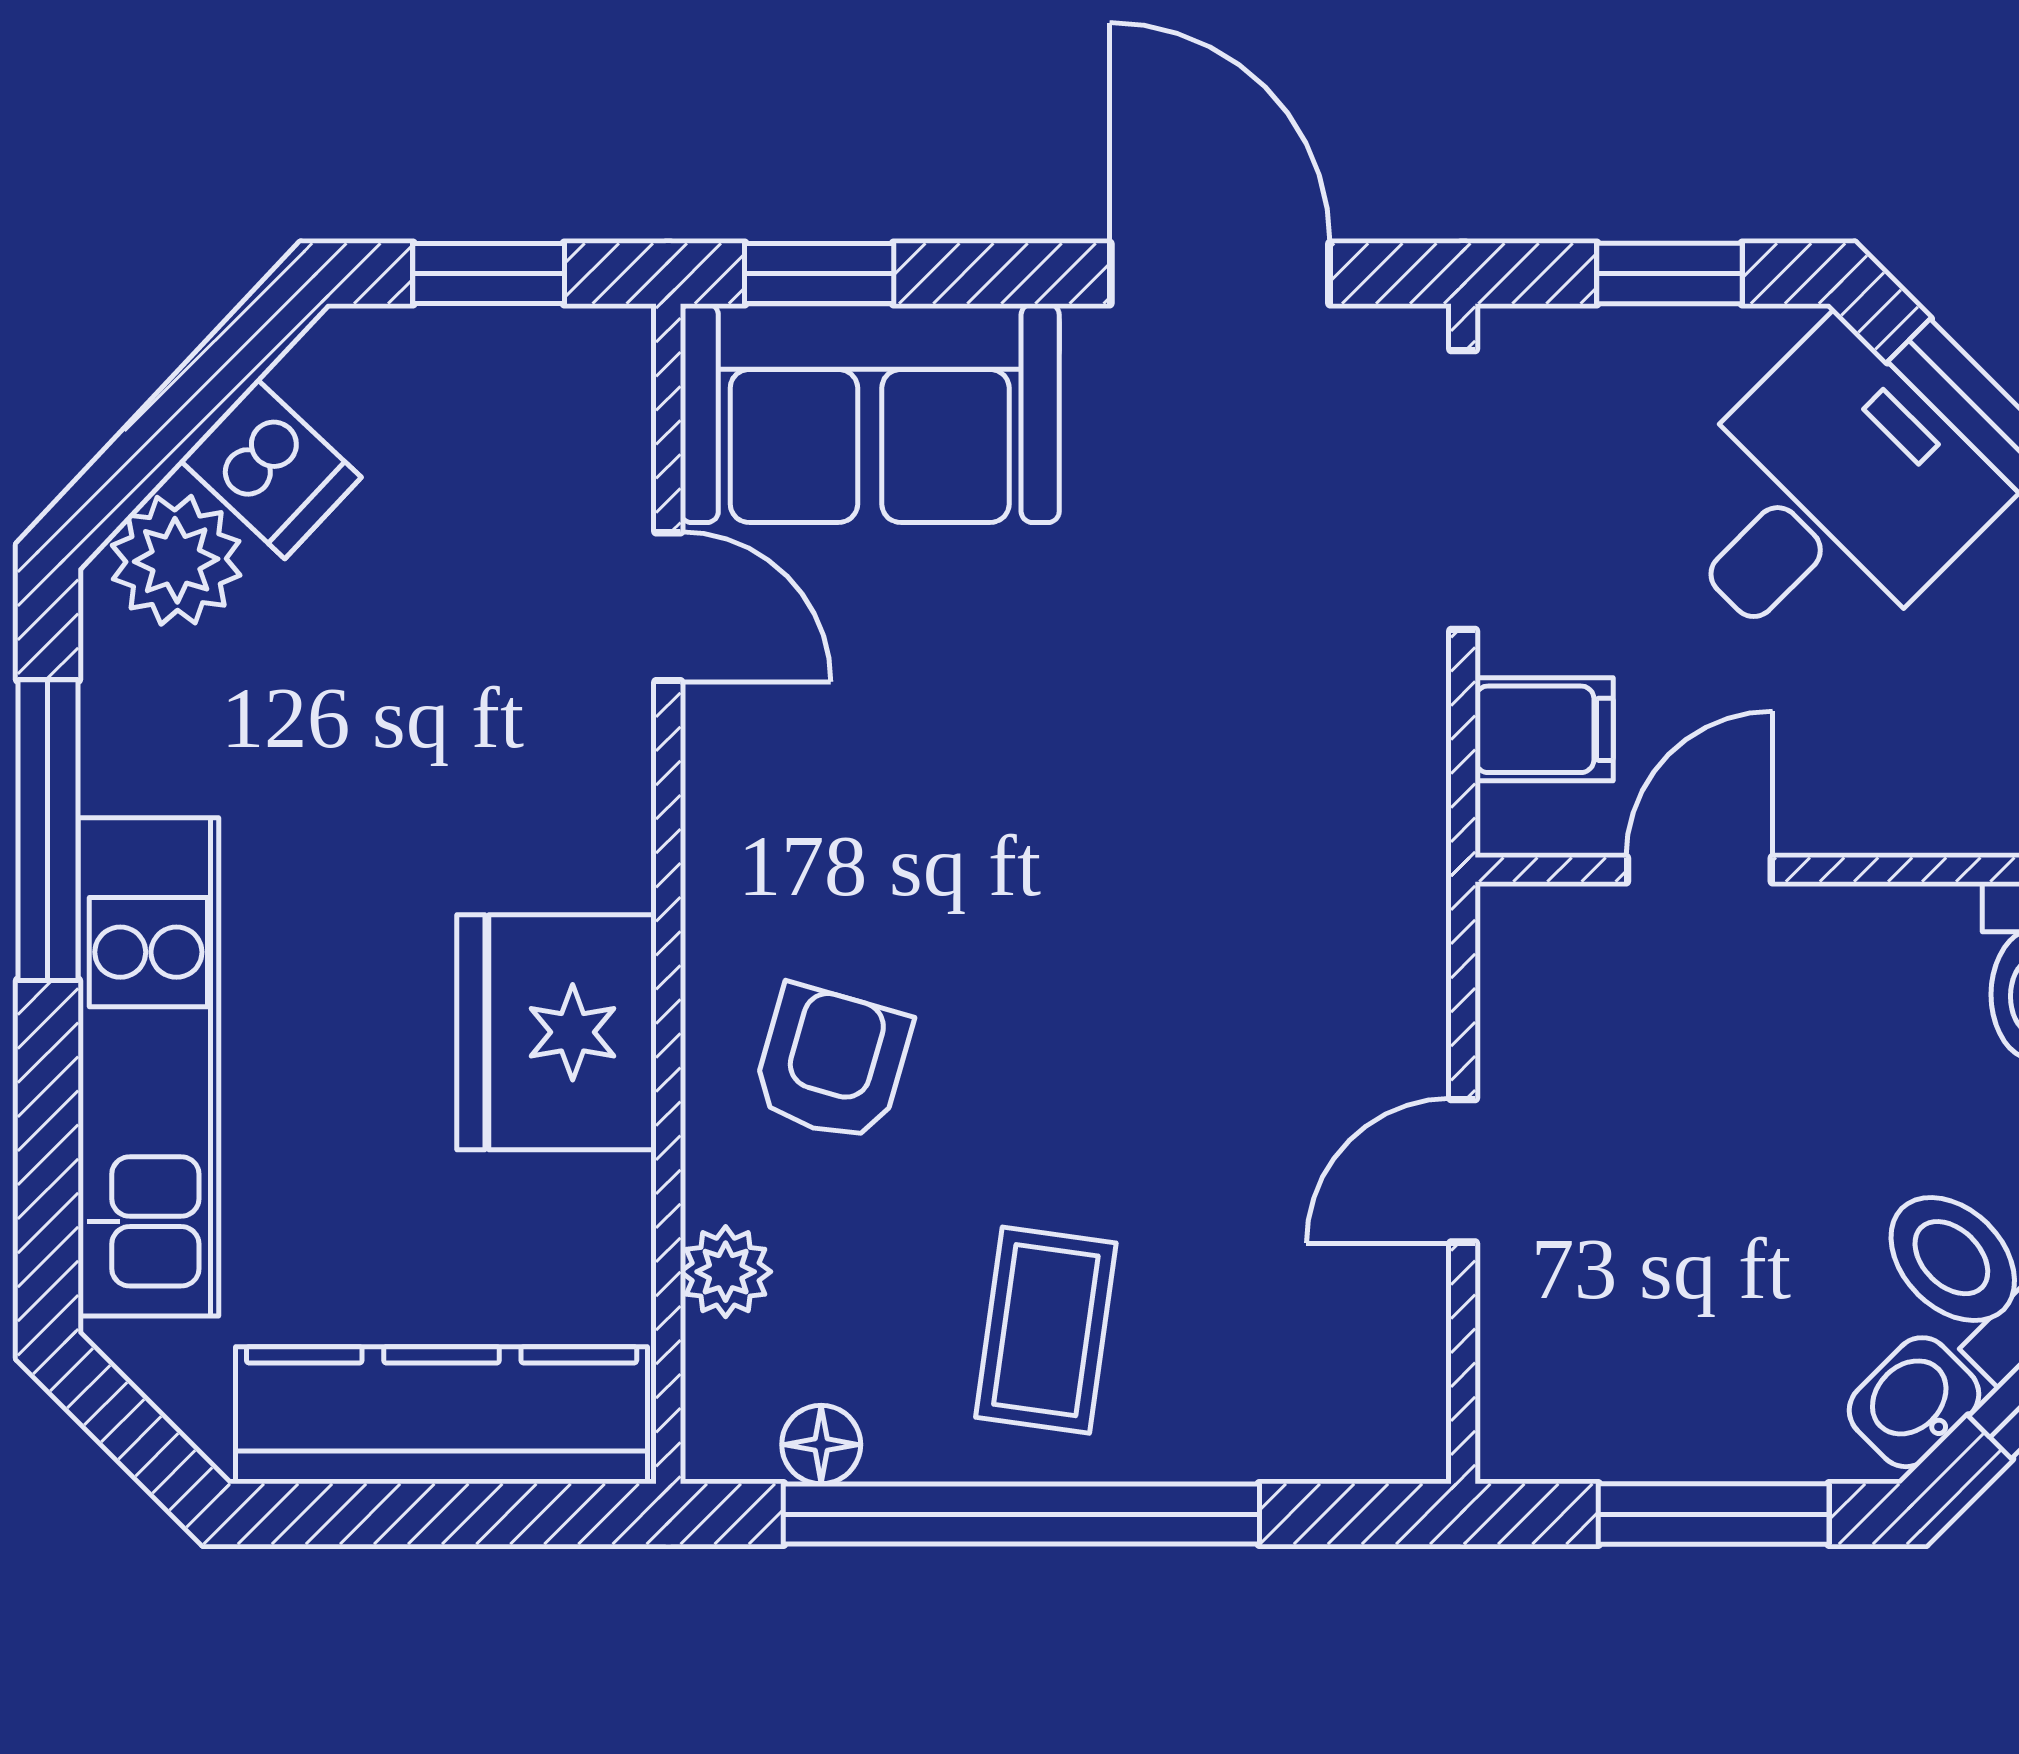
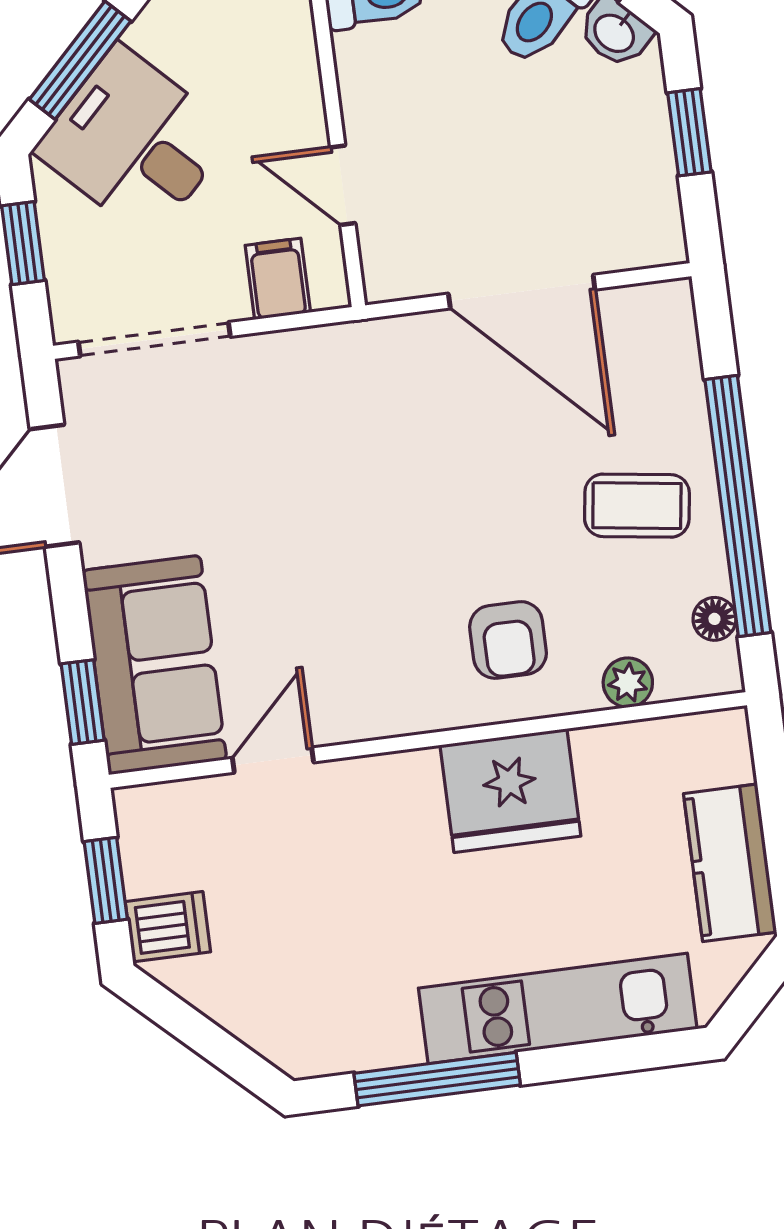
dishwasher: (271, 469) -> (168, 927), moved, turned 47
plant: (176, 560) -> (282, 1029), removed
armchair: (832, 1063) -> (508, 640), turned -106
door: (1463, 1171) -> (522, 292), width x1.87
kitchen counter: (442, 1415) -> (730, 863), width x0.67
window: (1714, 1514) -> (689, 132), width x0.67

